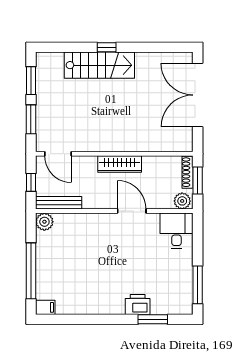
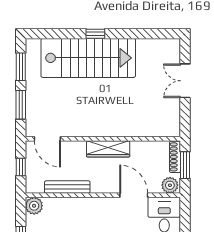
stairs: (99, 65) -> (88, 58), width x1.36, depth x1.51
double door: (198, 95) -> (185, 81), width x0.54
bench: (59, 203) -> (67, 187), moved
door: (132, 211) -> (134, 195), moved

